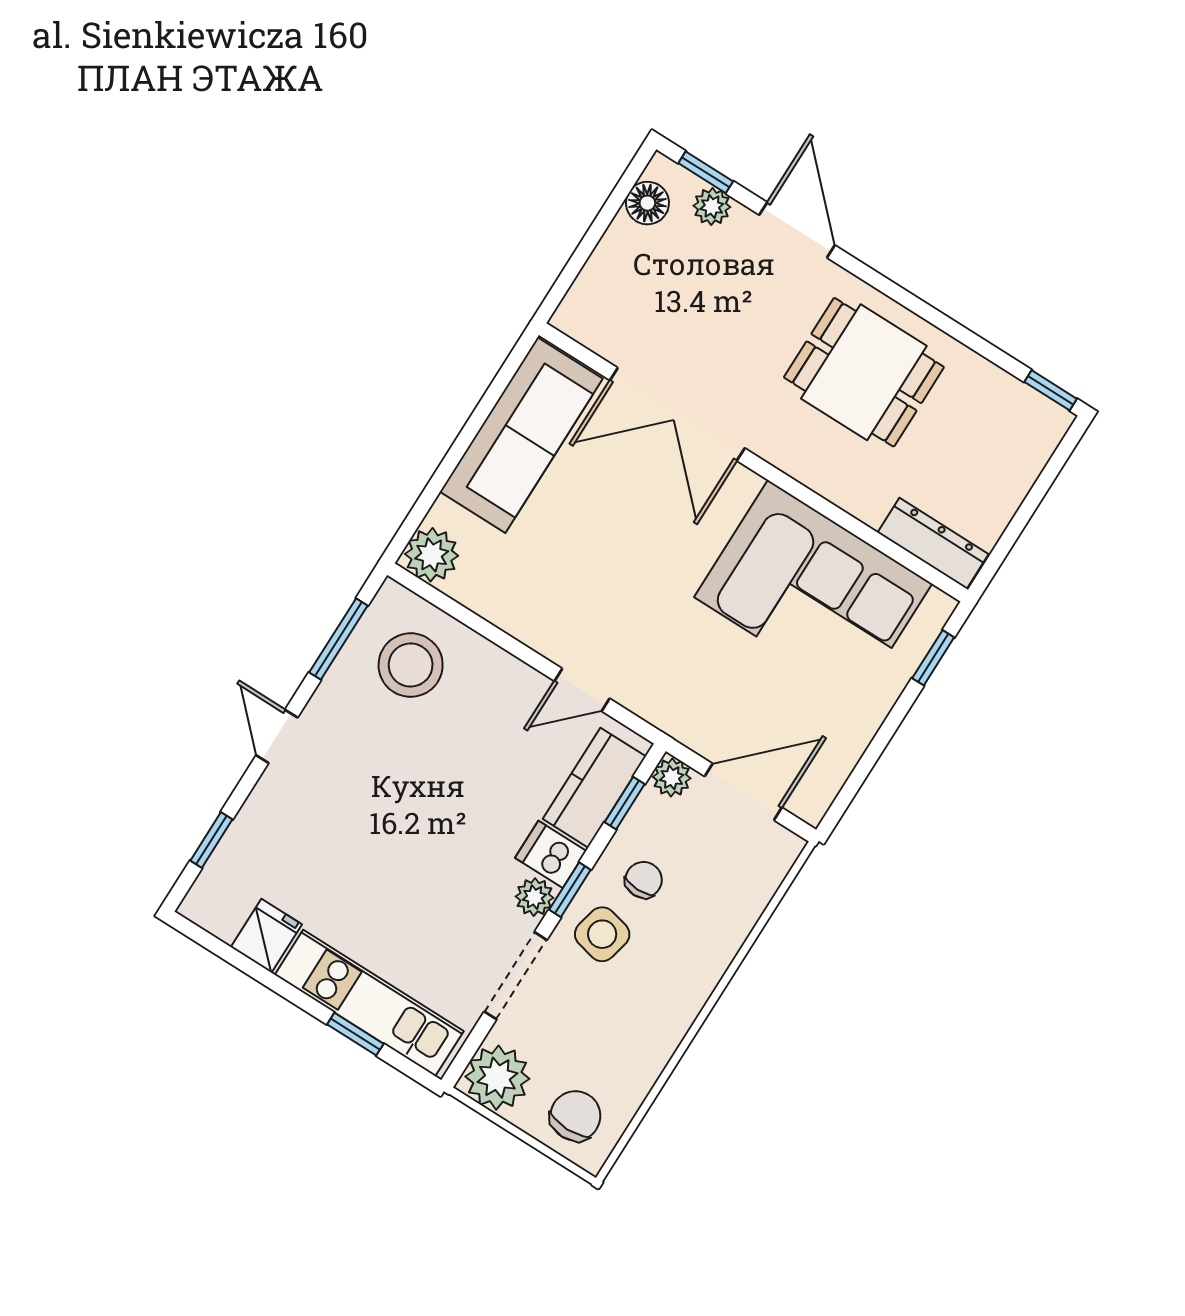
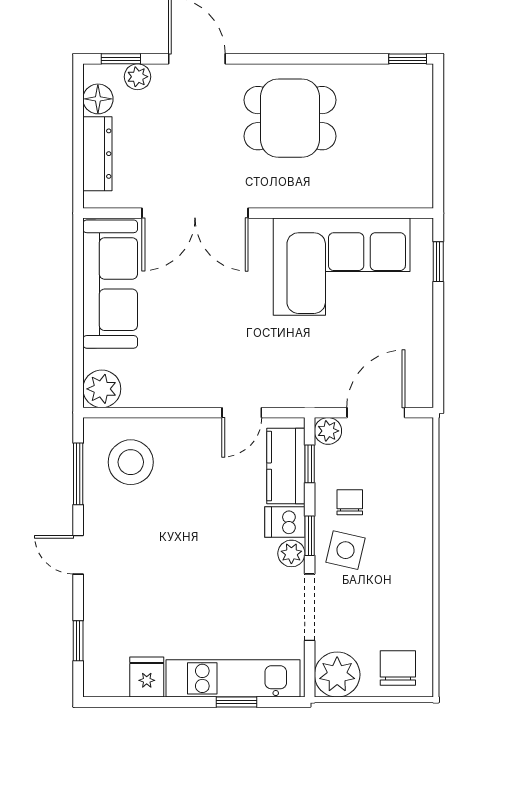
dresser: (933, 543) -> (97, 154), moved, turned 90

